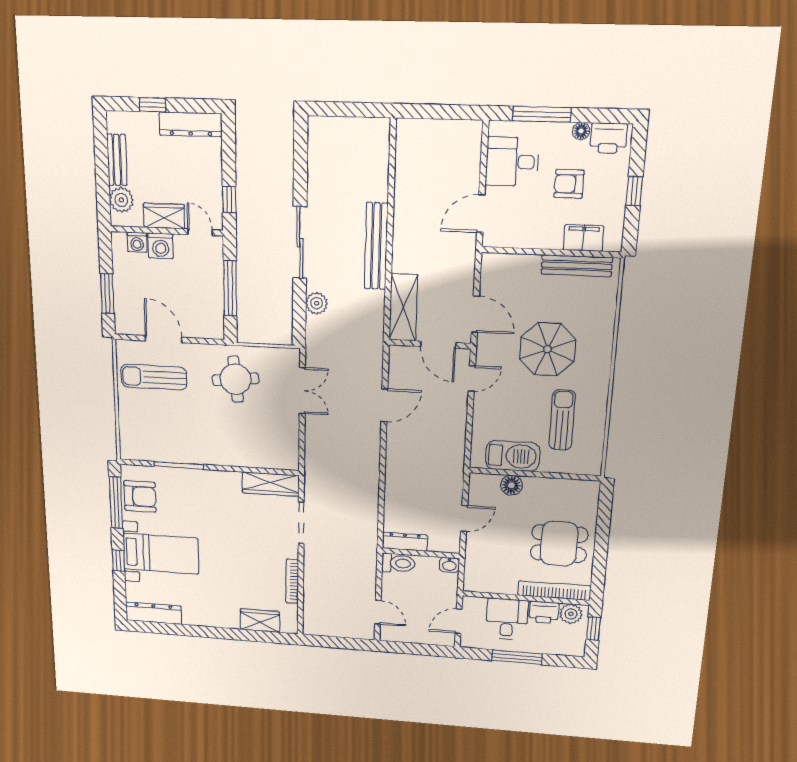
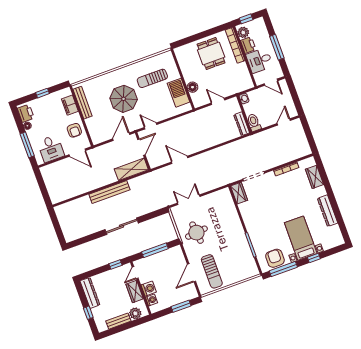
armchair: (569, 184) -> (74, 130), moved
plant: (317, 303) -> (146, 209), removed
wardrobe: (271, 484) -> (239, 193), width x0.67
dresser: (154, 613) -> (327, 211), moved

